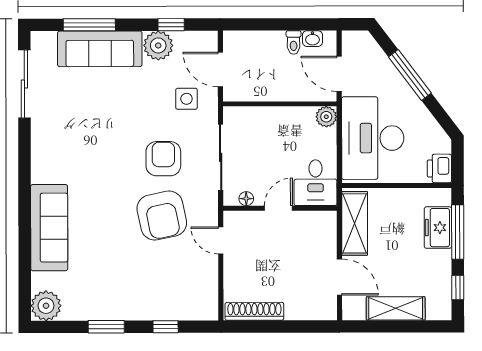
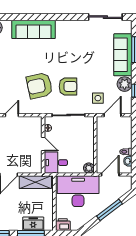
door: (221, 240) -> (12, 115), moved

